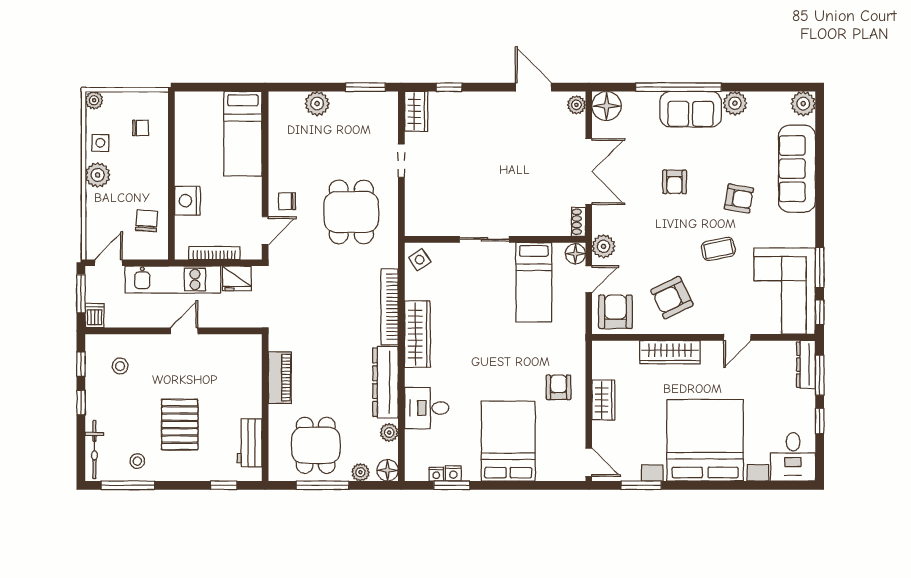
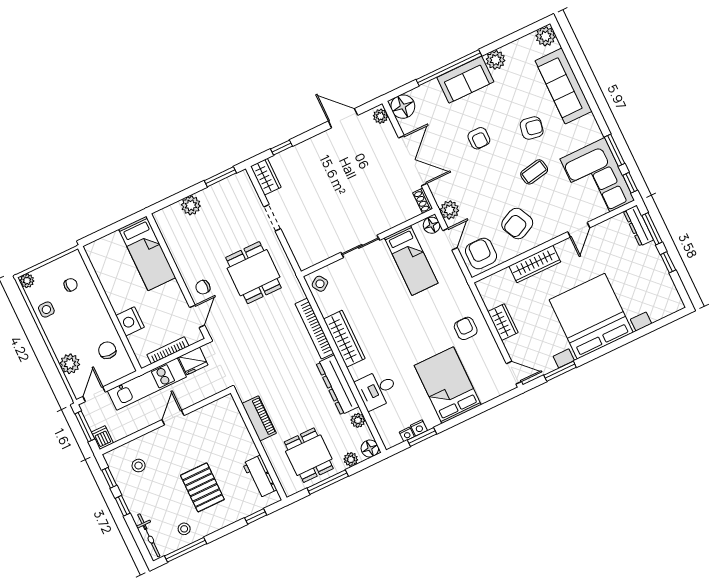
plant: (98, 175) -> (70, 364), moved
desk: (793, 457) -> (661, 298), removed

